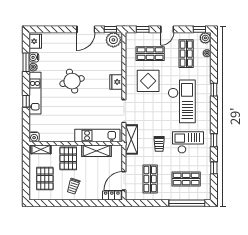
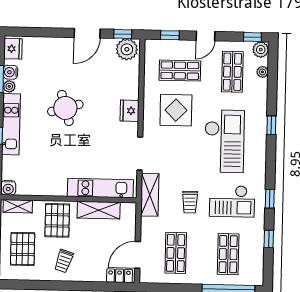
checkout: (188, 142) -> (232, 201), turned 180
shop shelf: (186, 179) -> (228, 254), turned 90

